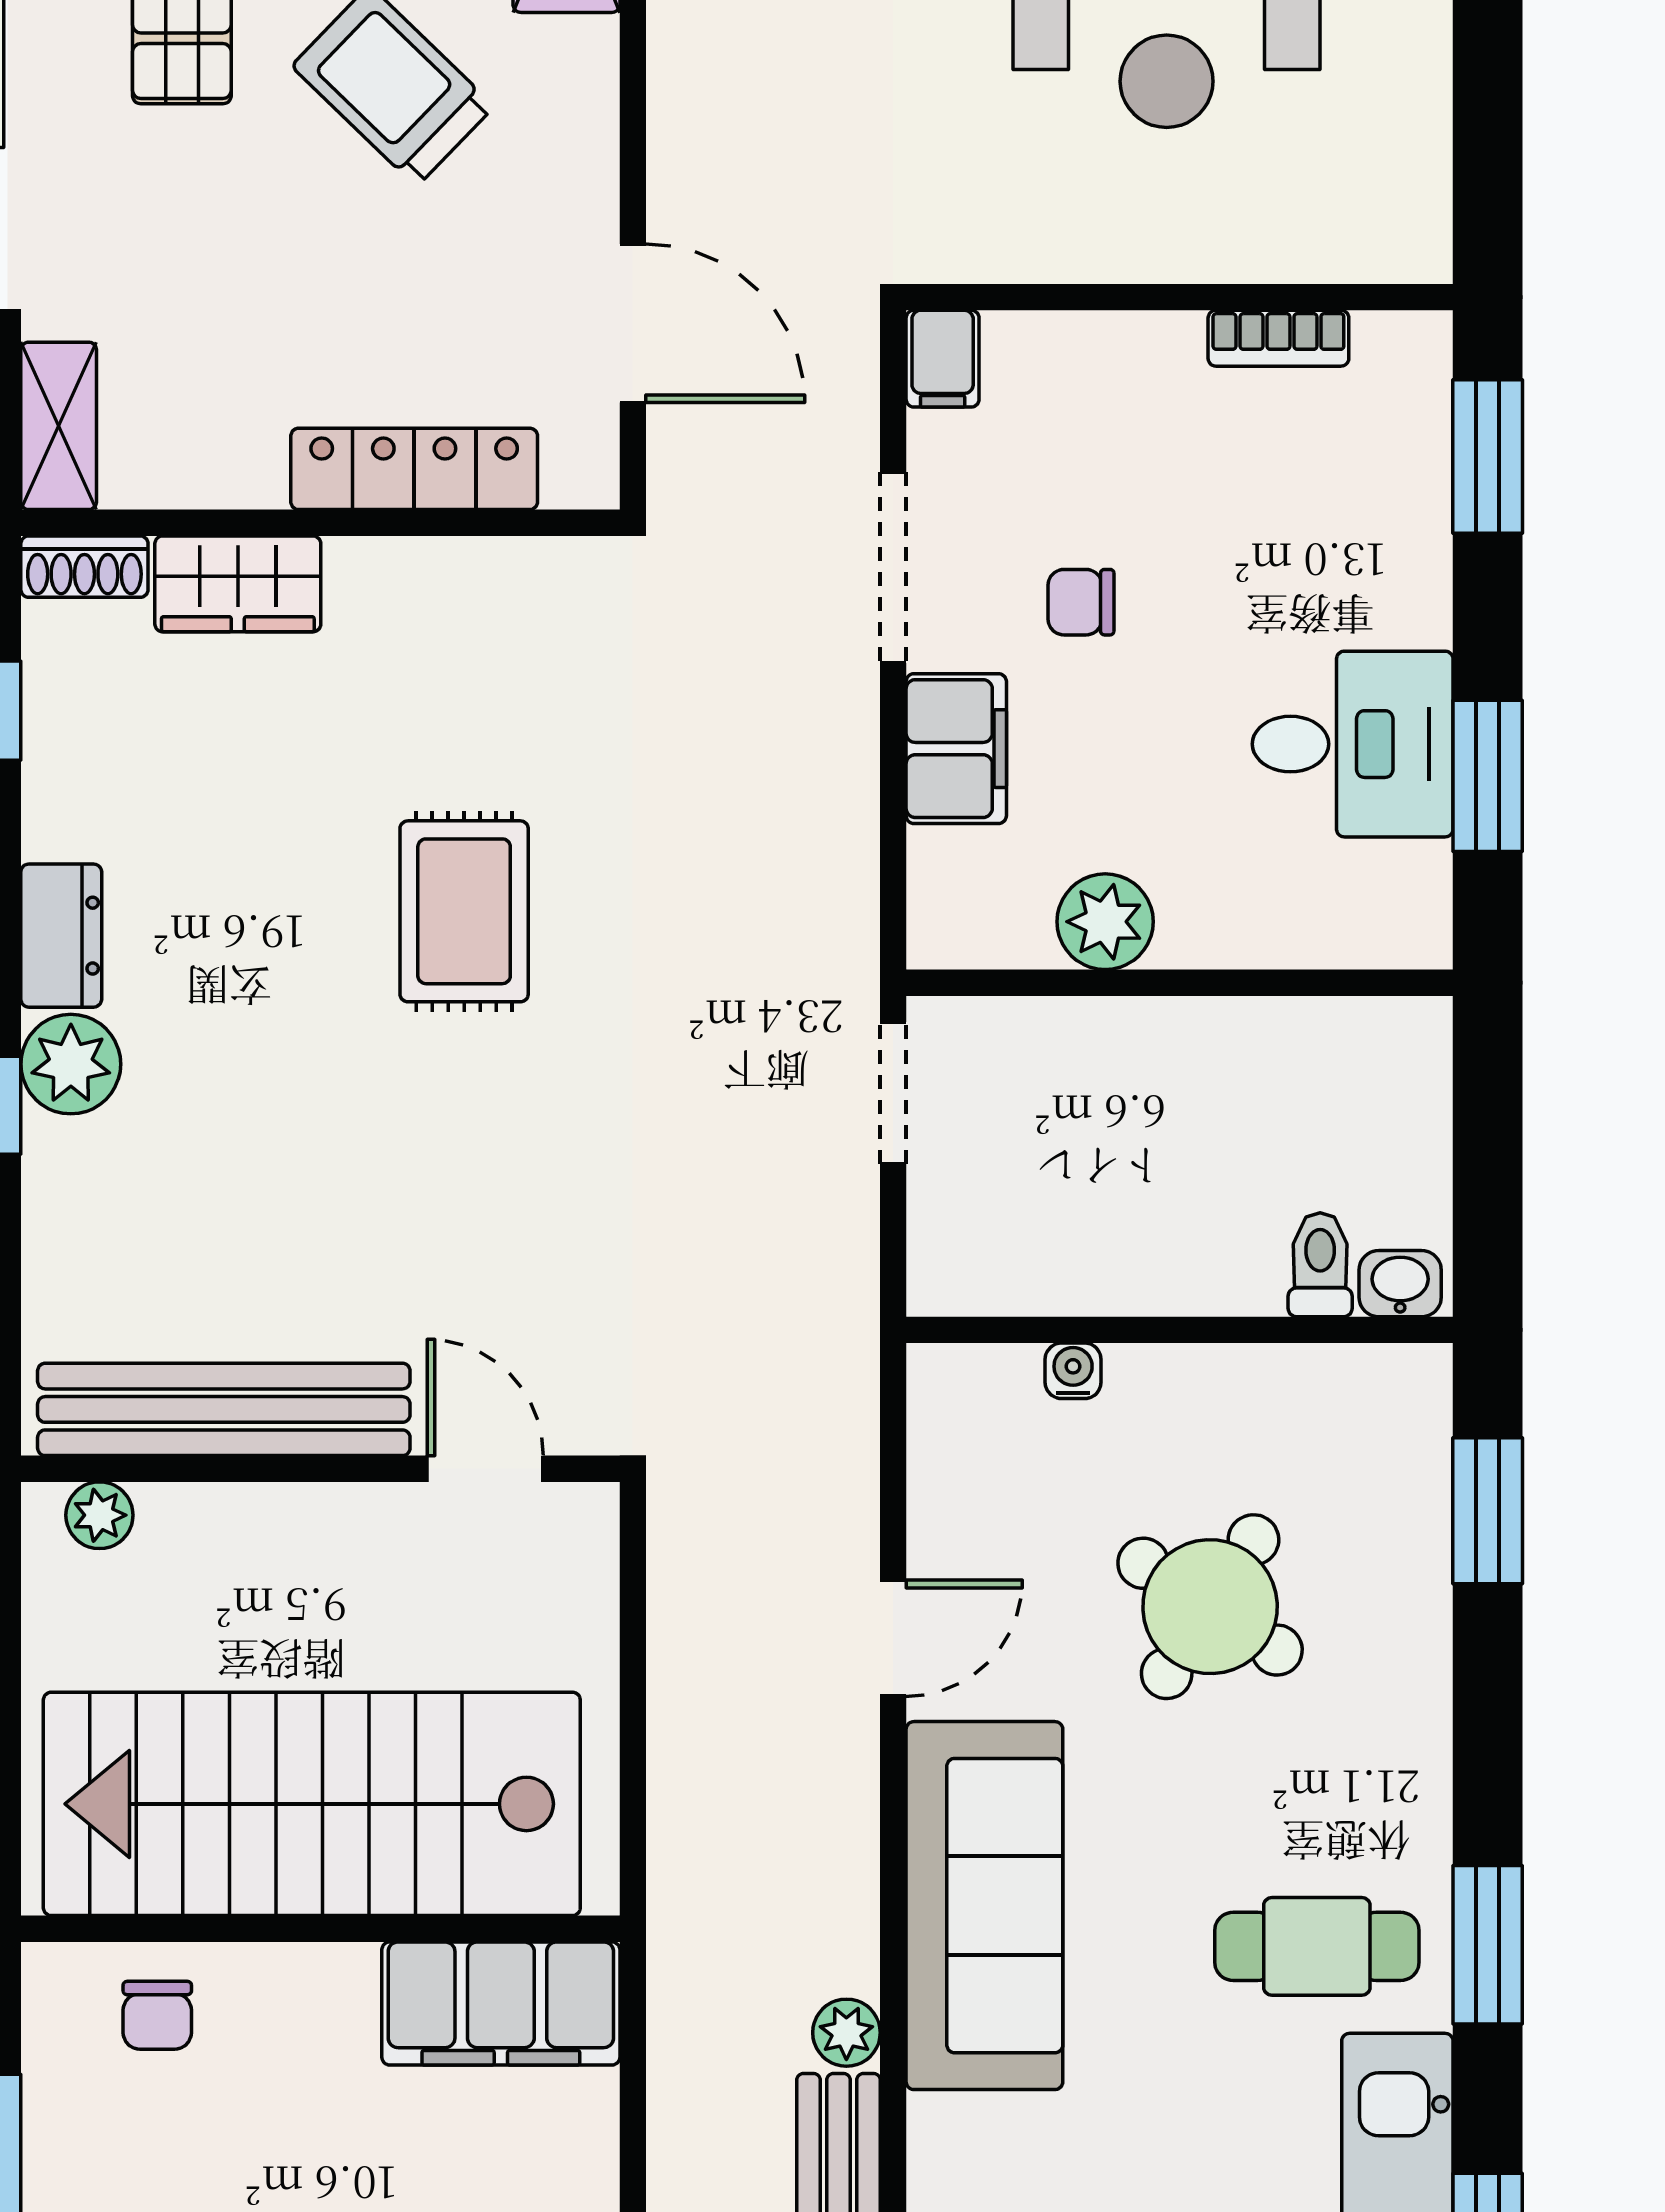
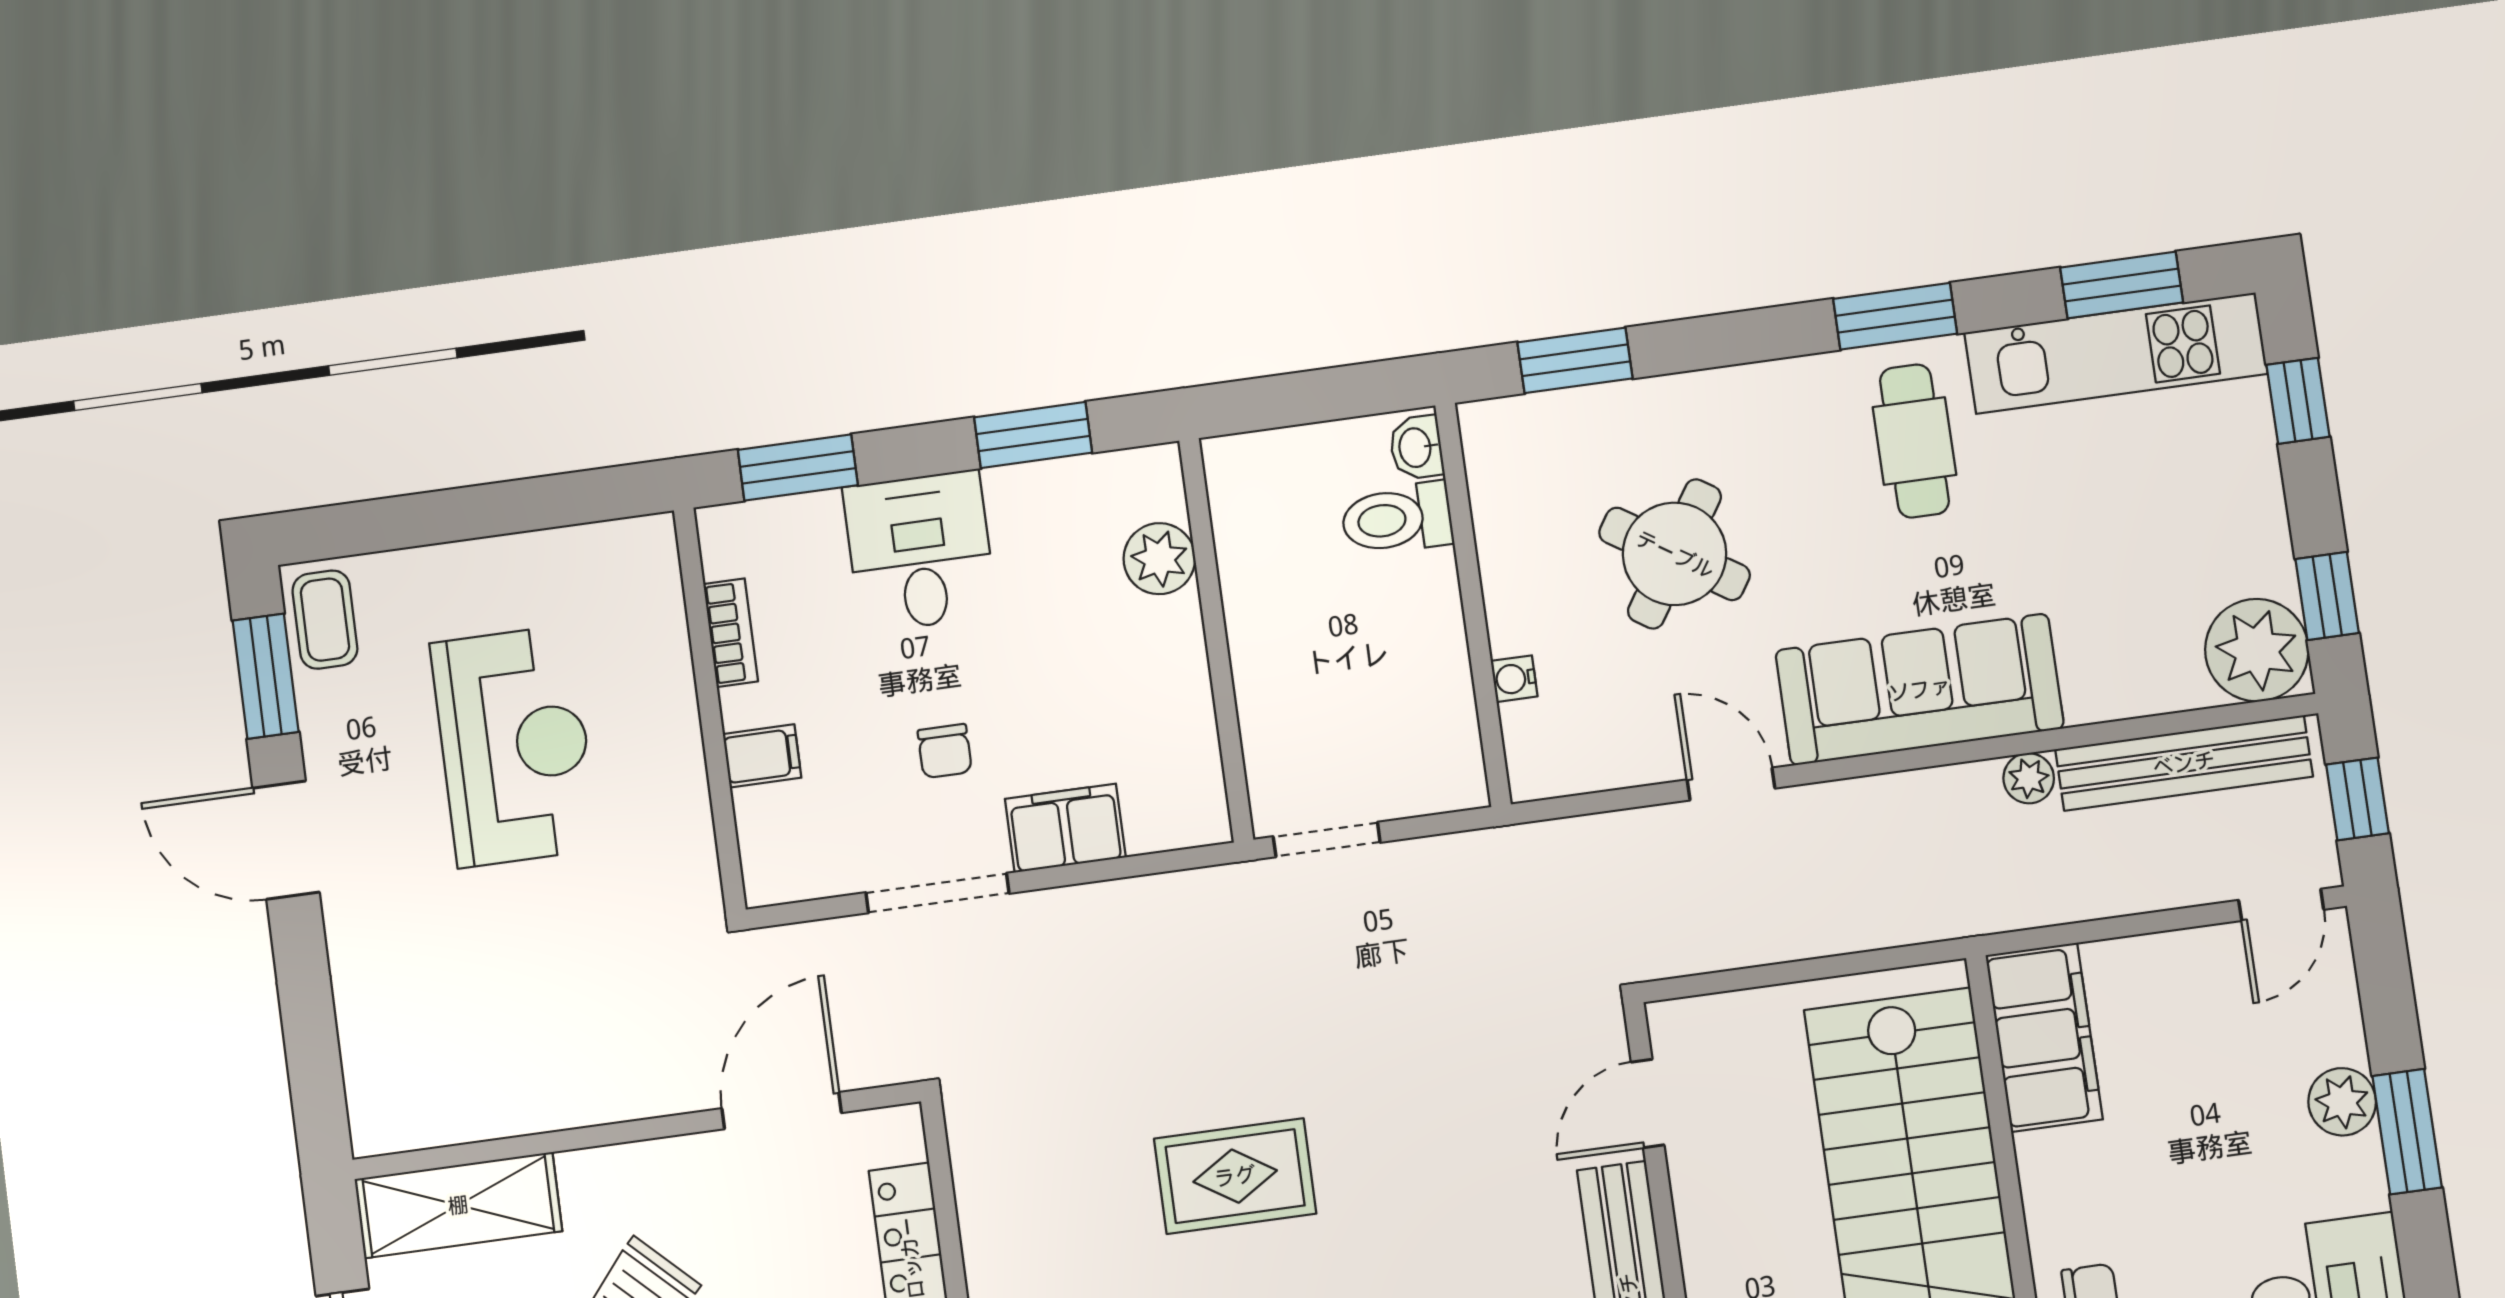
filing cabinet: (943, 359) -> (762, 756), moved
desk: (1353, 744) -> (920, 551), moved
plant: (1105, 922) -> (1159, 559), moved
toilet: (1320, 1265) -> (1397, 519), width x1.37, depth x1.39

